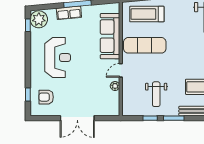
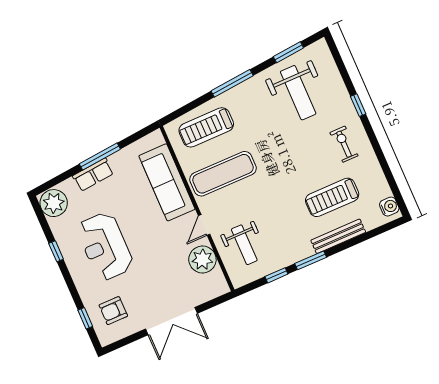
window: (28, 25) -> (56, 251), moved
reception desk: (58, 58) -> (105, 246), turned 180
plant: (115, 86) -> (202, 260), width x1.87, depth x1.87
weight bench: (156, 94) -> (244, 245), moved

